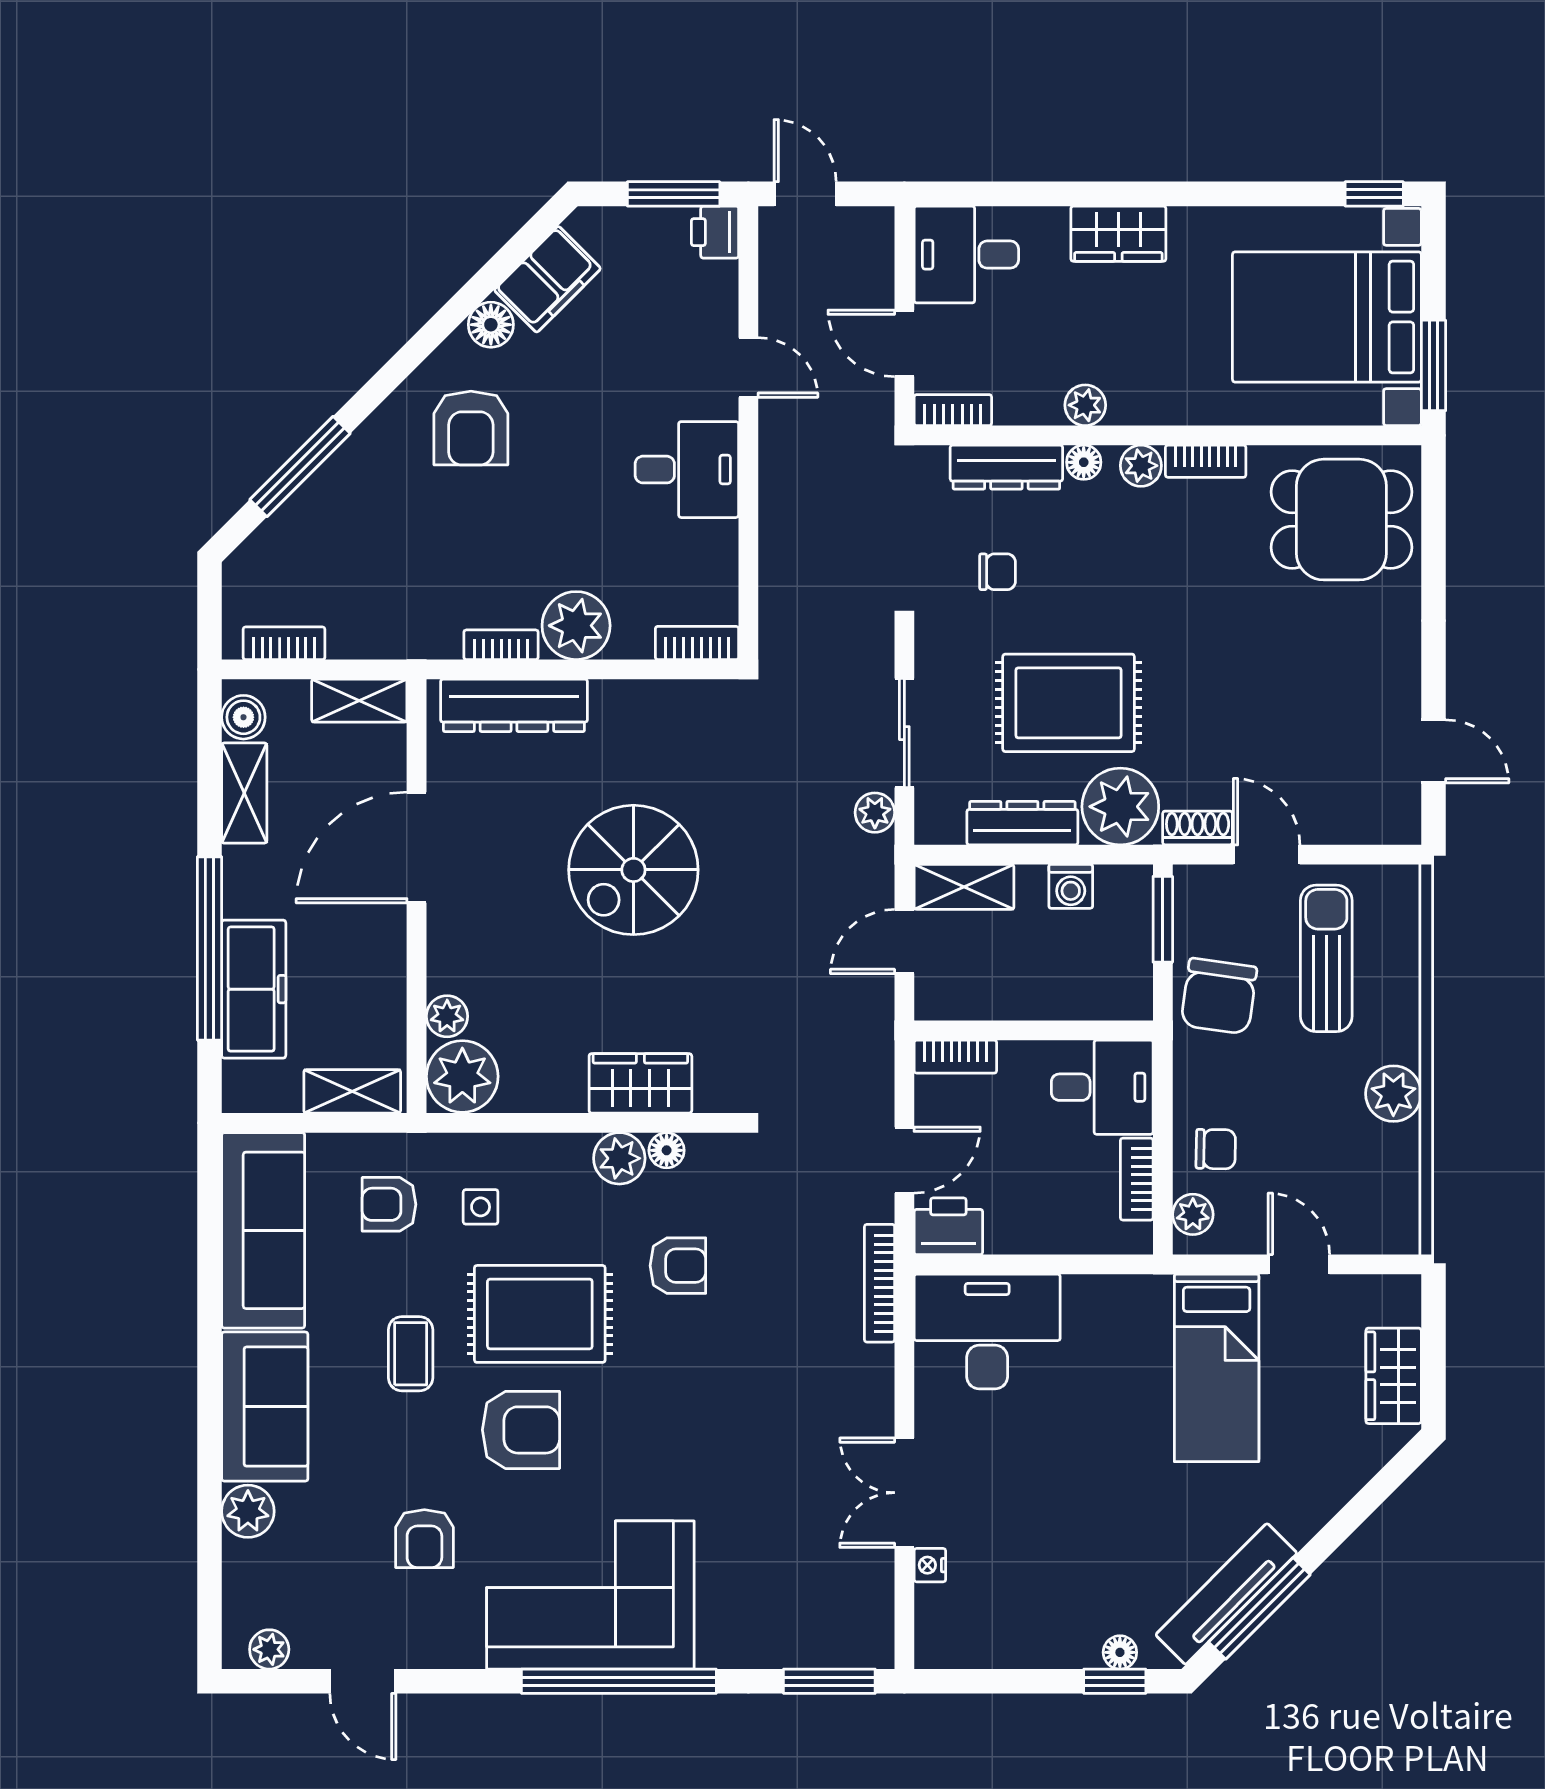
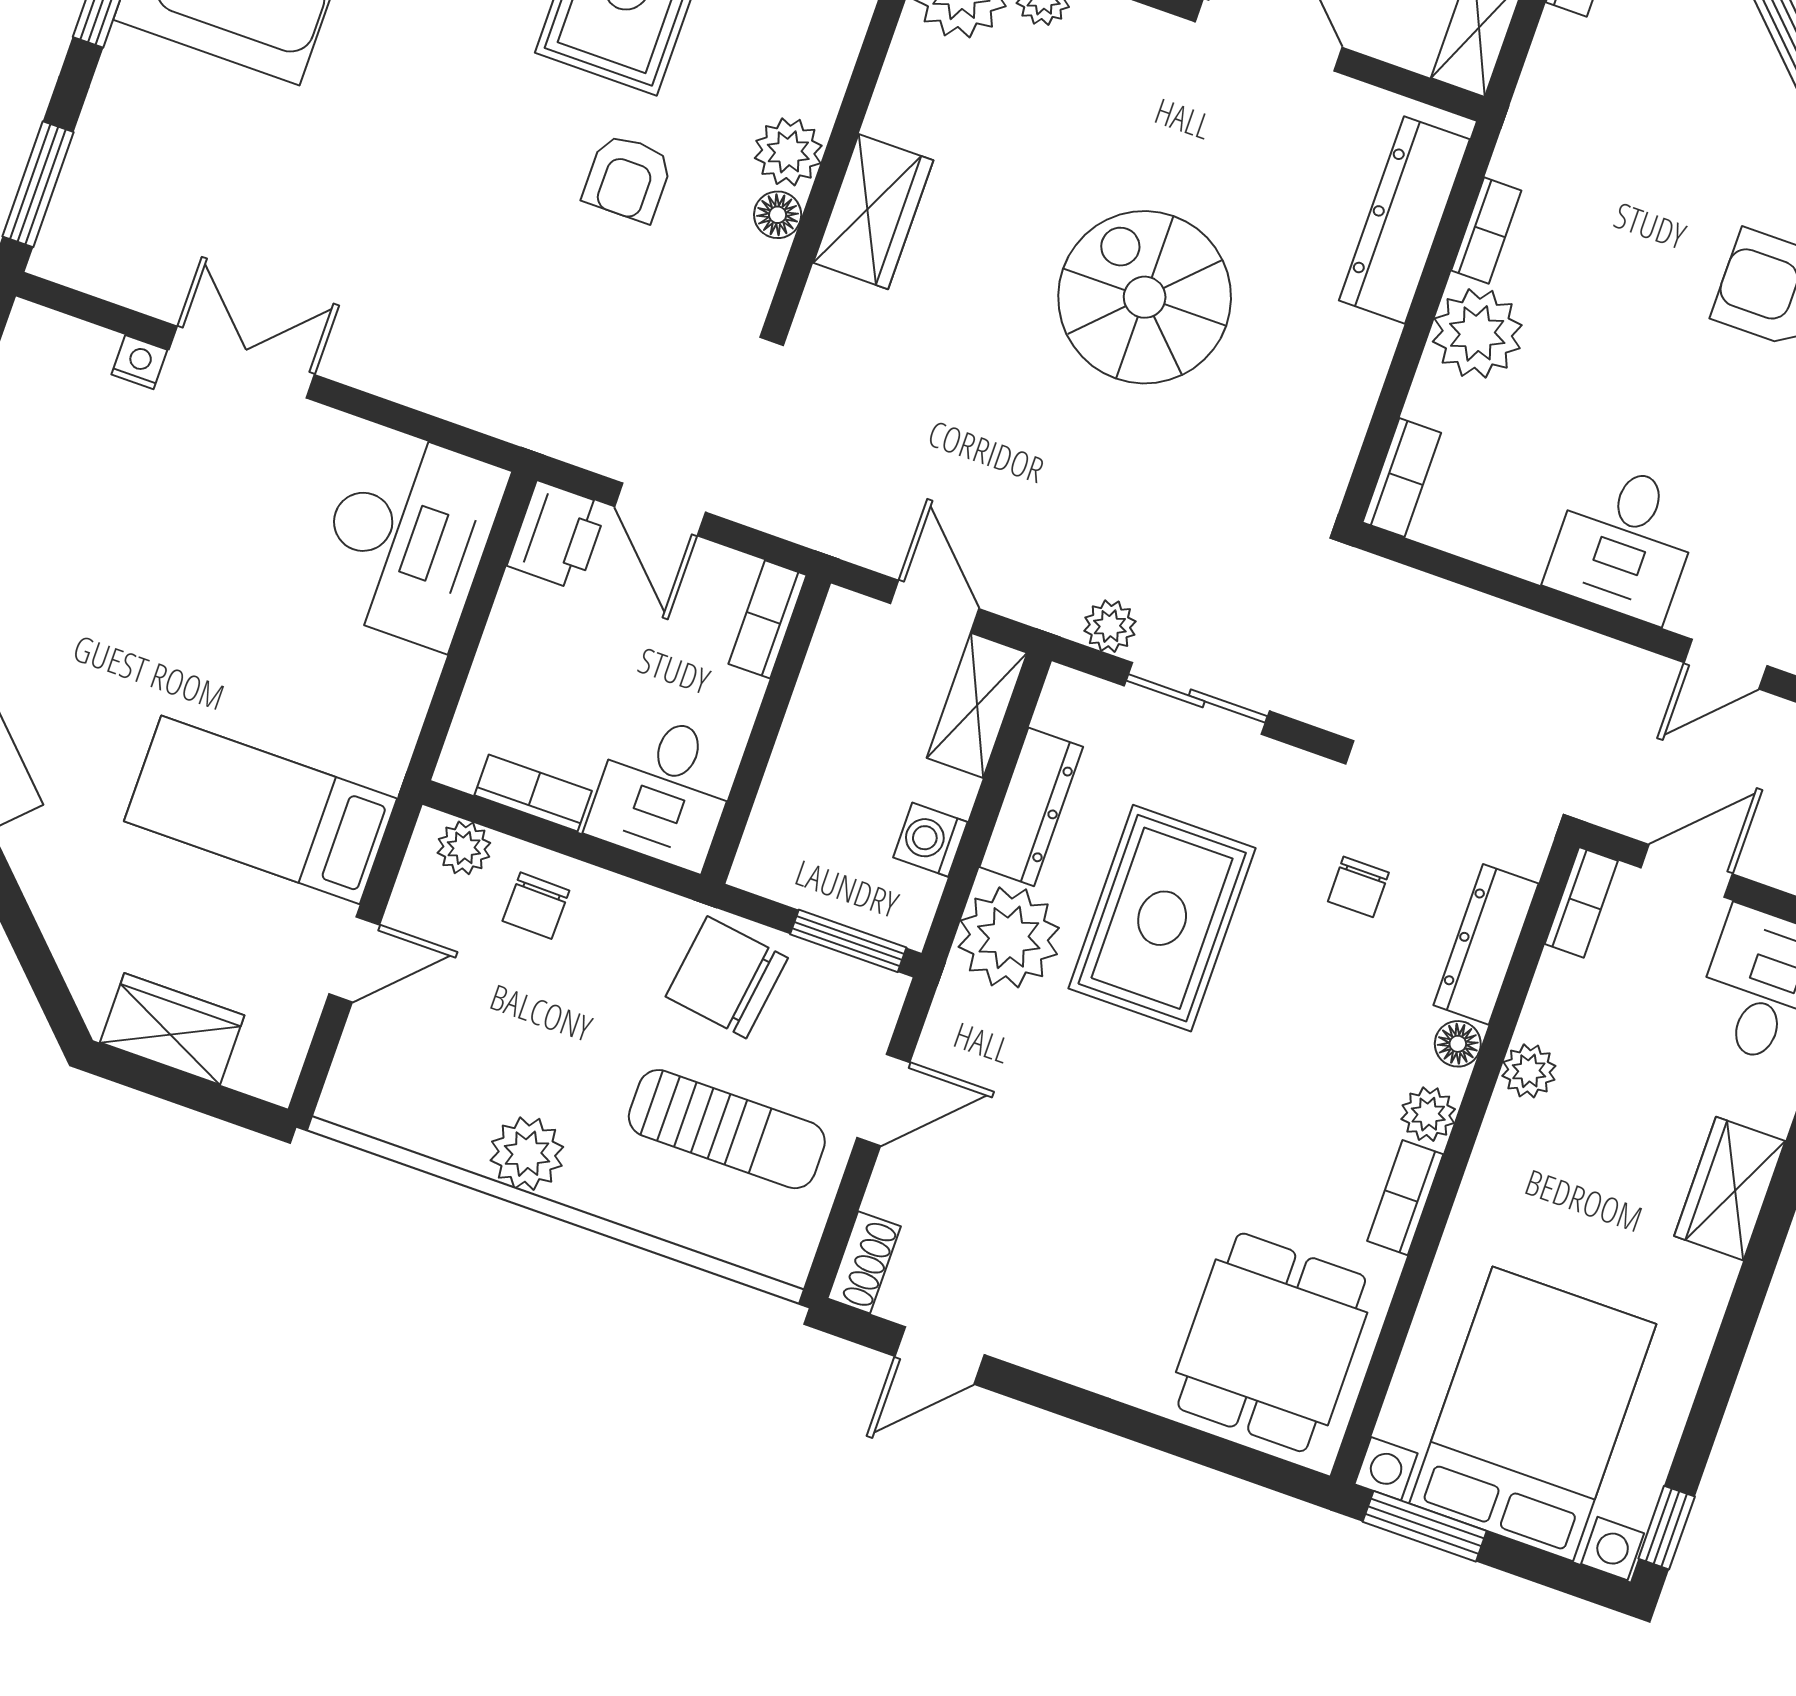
shoe rack: (1198, 828) -> (864, 1262), moved
bookcase: (880, 1283) -> (516, 424), removed

